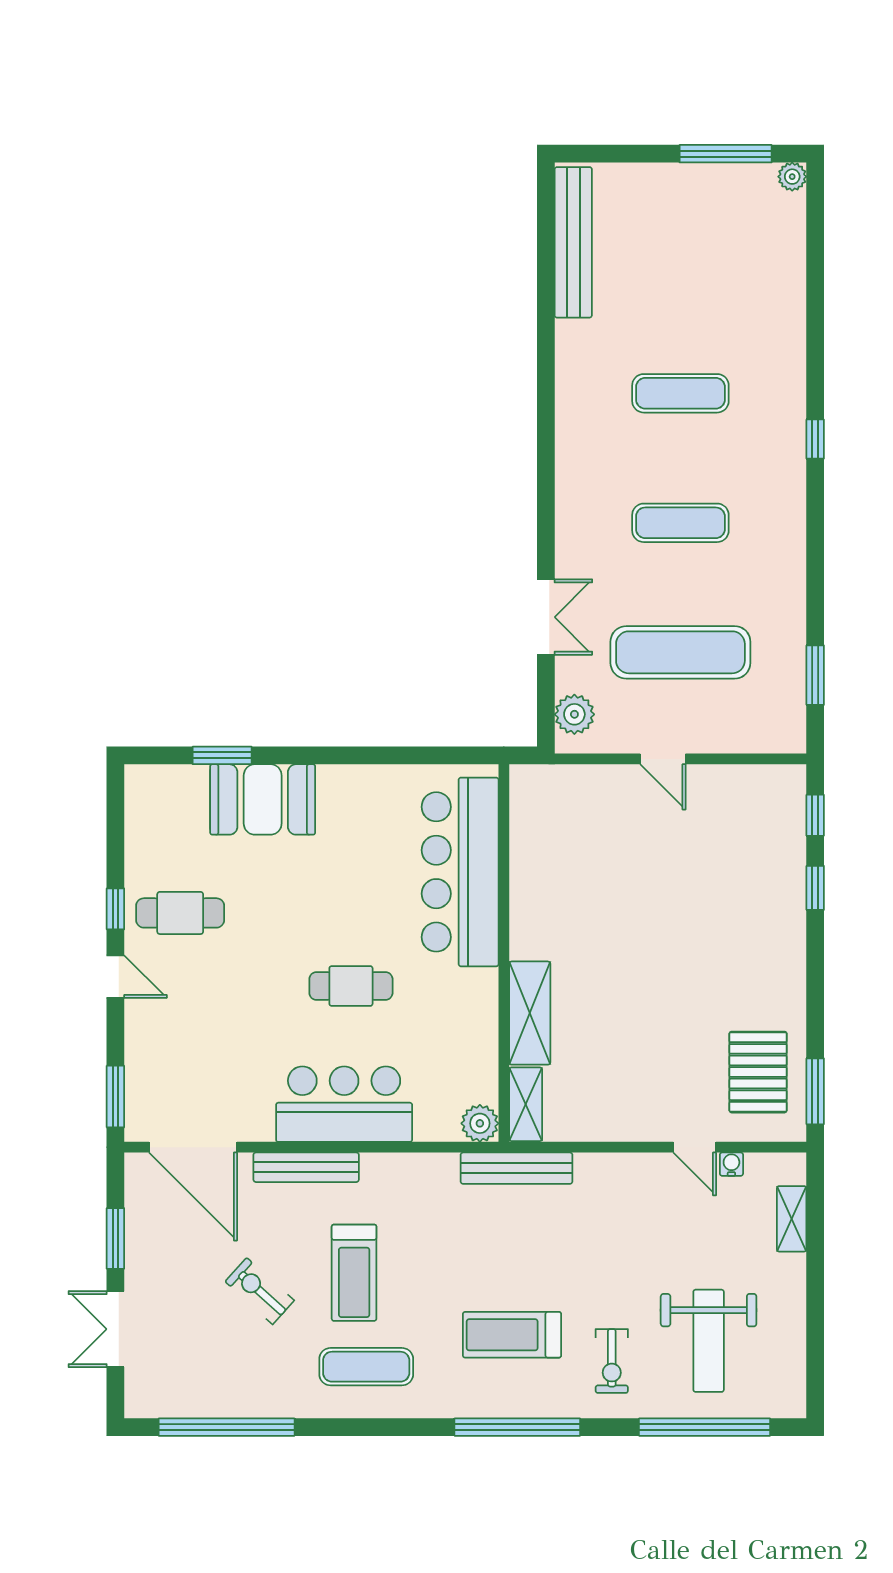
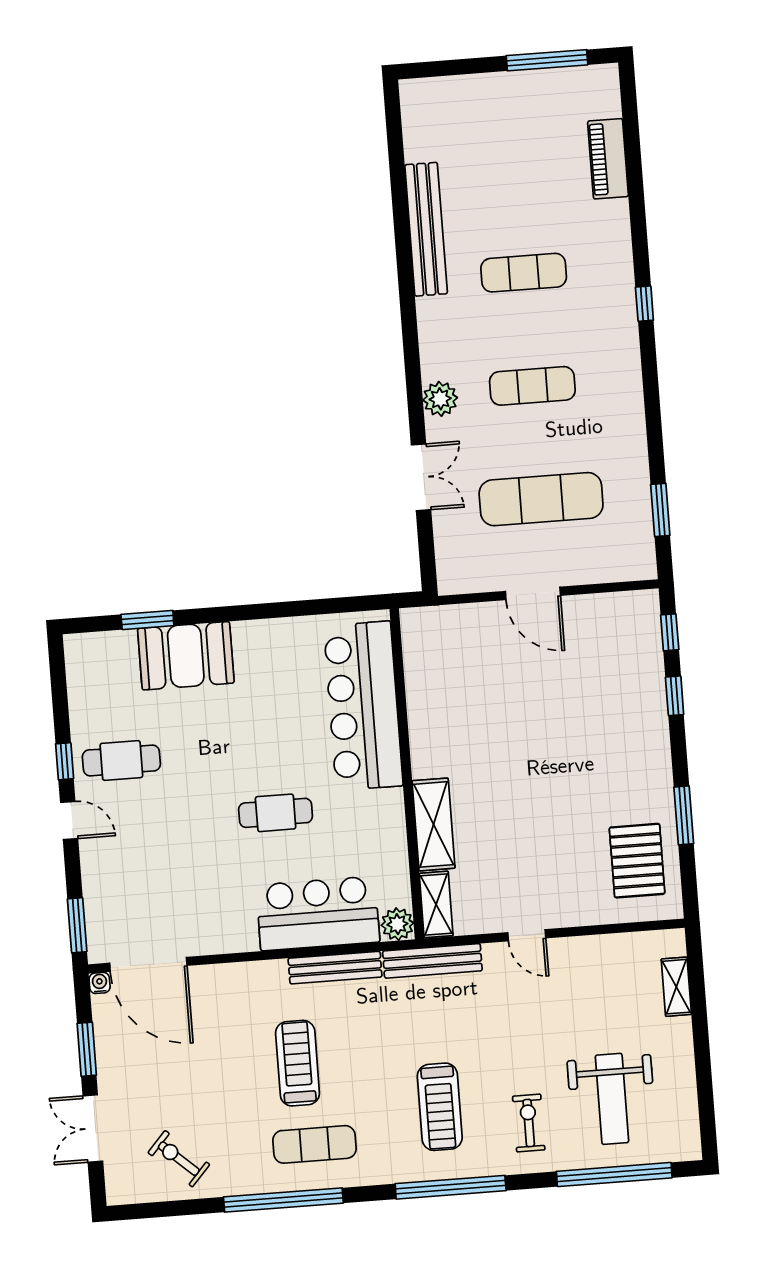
plant: (792, 177) -> (607, 76), removed
bench: (573, 242) -> (426, 229), moved
piano: (786, 271) -> (608, 159), added
plant: (574, 714) -> (440, 399), moved
door: (663, 759) -> (533, 593), width x1.38
window: (815, 1091) -> (684, 815), moved
bar counter: (344, 1104) -> (318, 913), moved
door: (695, 1147) -> (527, 935), moved
water cooler: (731, 1164) -> (100, 983), moved
bench: (306, 1167) -> (335, 968), moved
treadmill: (354, 1273) -> (298, 1063), turned 180
exercise bike: (260, 1291) -> (179, 1159), moved
treadmill: (512, 1335) -> (440, 1107), turned -90
exercise bike: (612, 1361) -> (529, 1123), turned 180
window: (227, 1427) -> (283, 1200), moved

